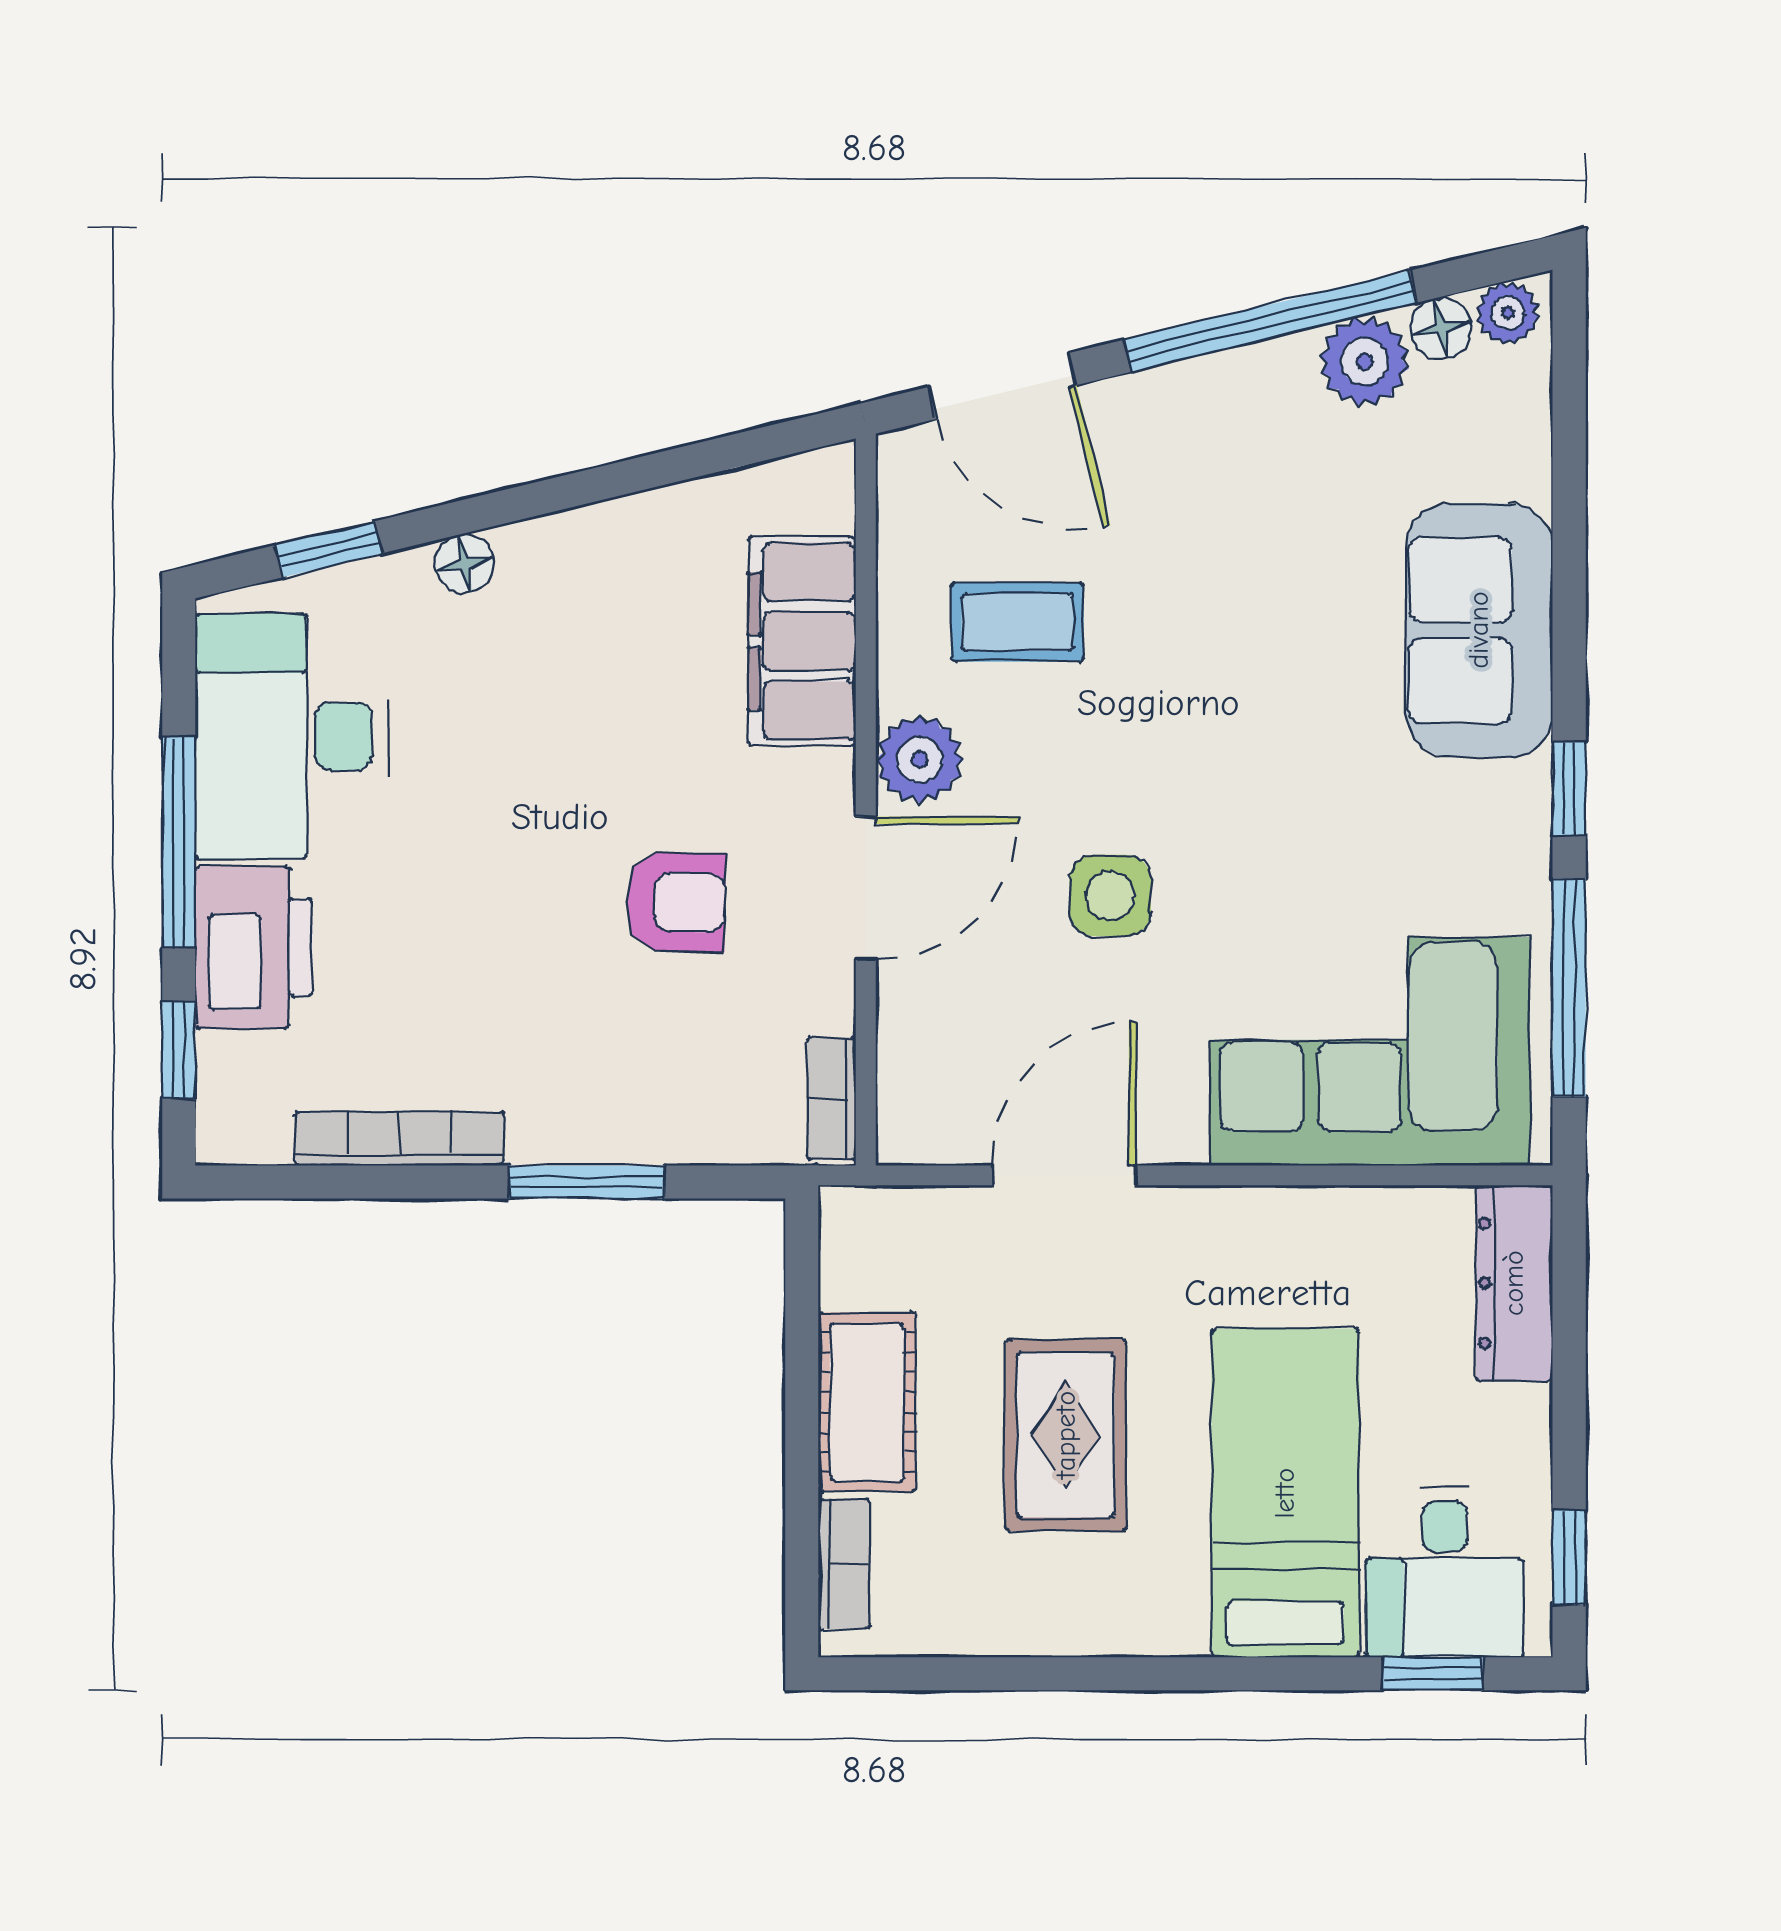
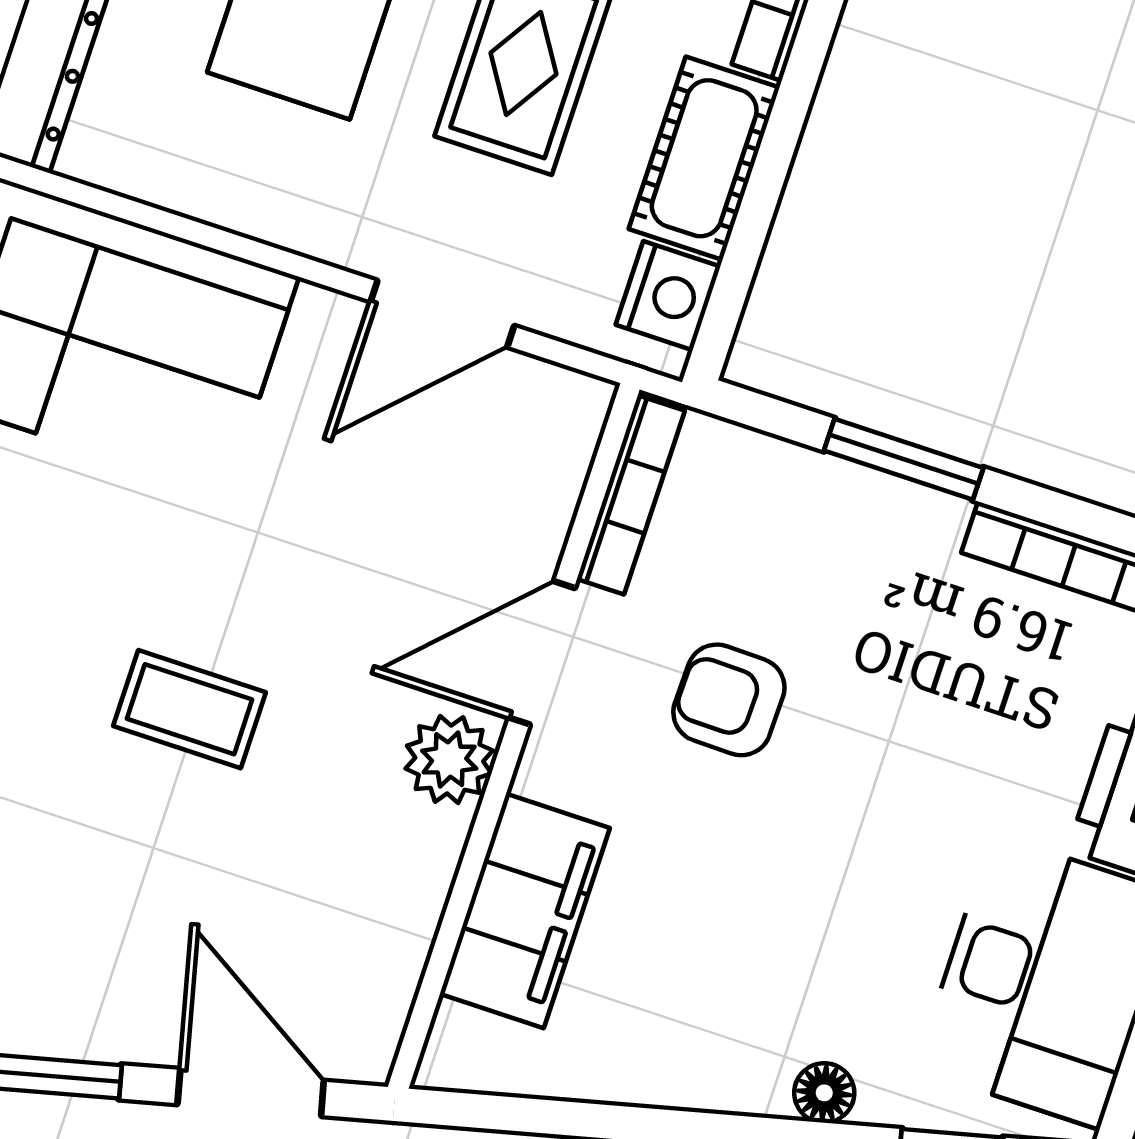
coffee table: (1017, 622) -> (190, 709), moved
side table: (1110, 896) -> (309, 568), removed
bookcase: (831, 1098) -> (631, 495), width x1.56
nightstand: (858, 1262) -> (668, 296), added

